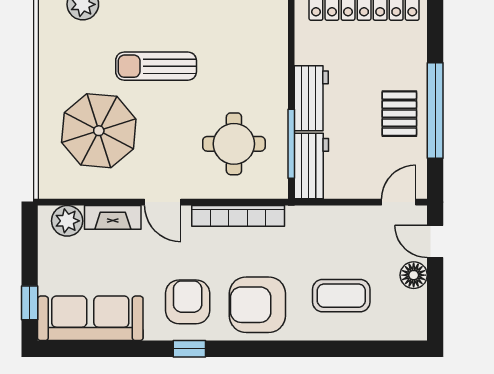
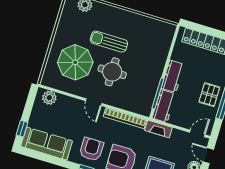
round table: (234, 144) -> (112, 72), moved
fireplace: (113, 217) -> (158, 129), moved

